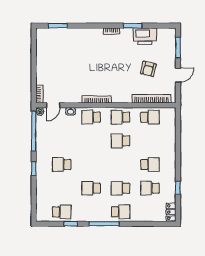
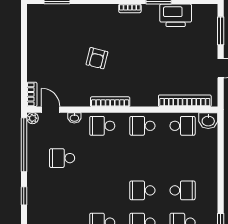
armchair: (148, 69) -> (97, 58), moved
door: (53, 105) -> (51, 110), swing flipped
washbasin: (169, 113) -> (208, 121), added
school desk: (121, 141) -> (142, 190), moved
school desk: (62, 165) -> (62, 158), moved

